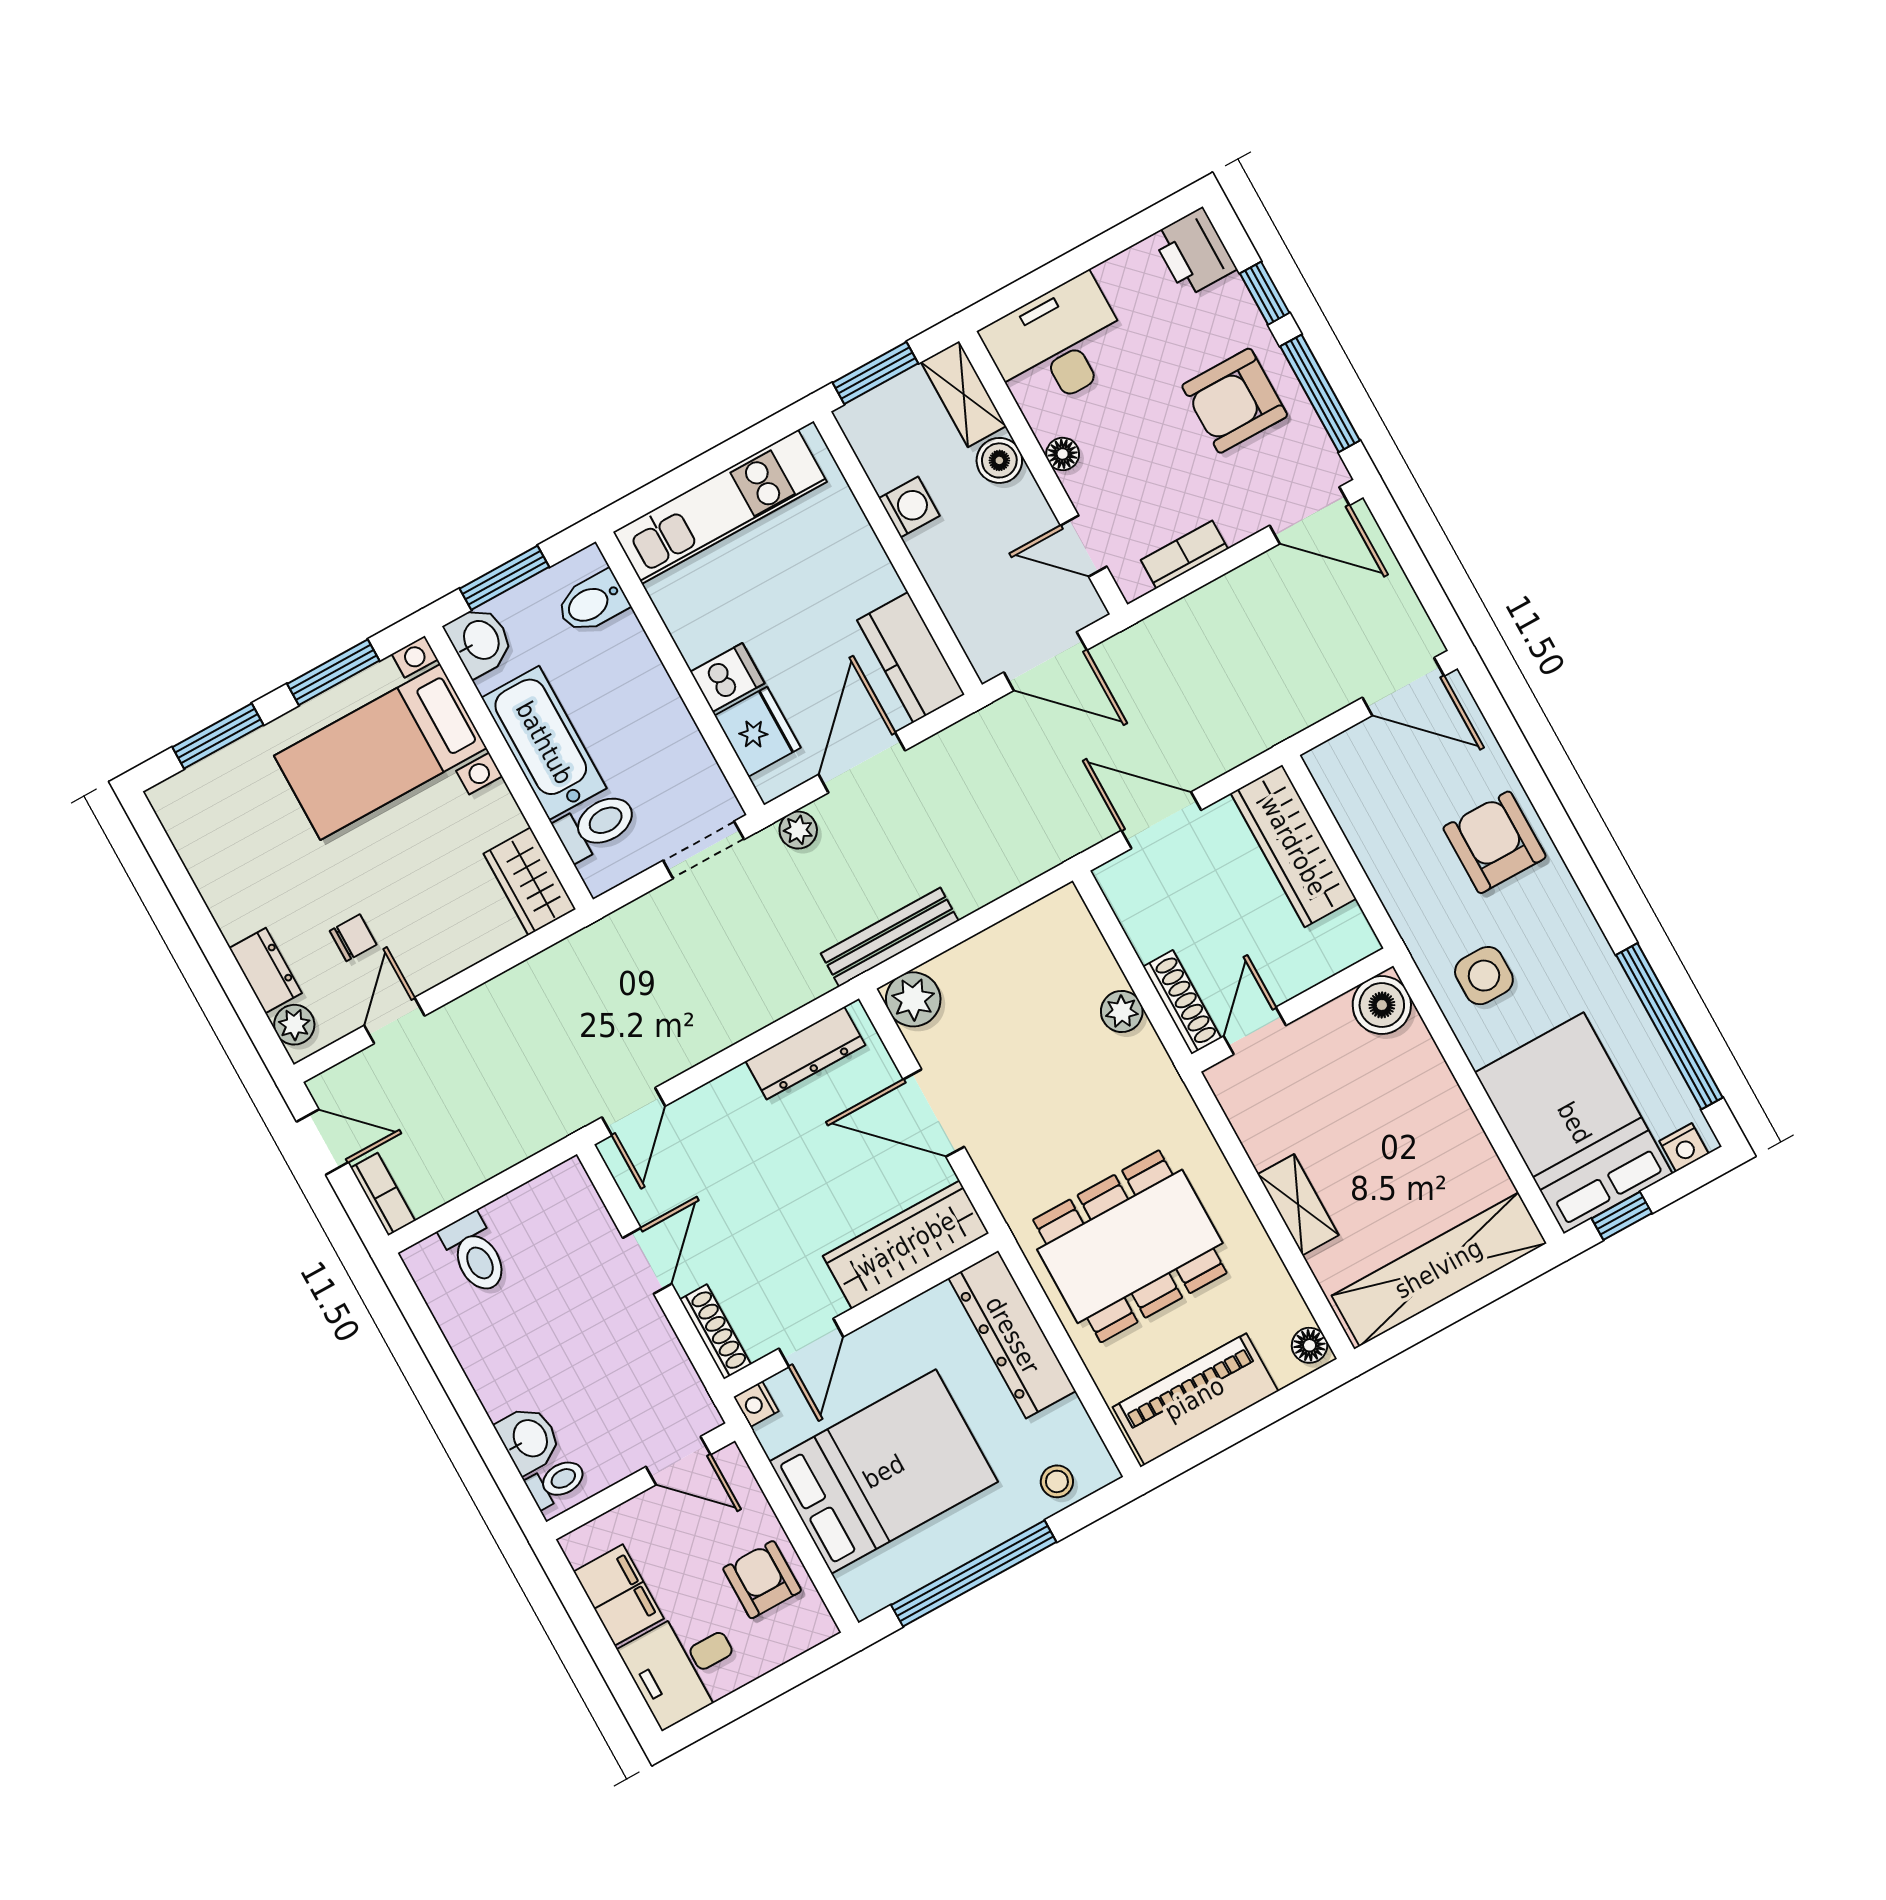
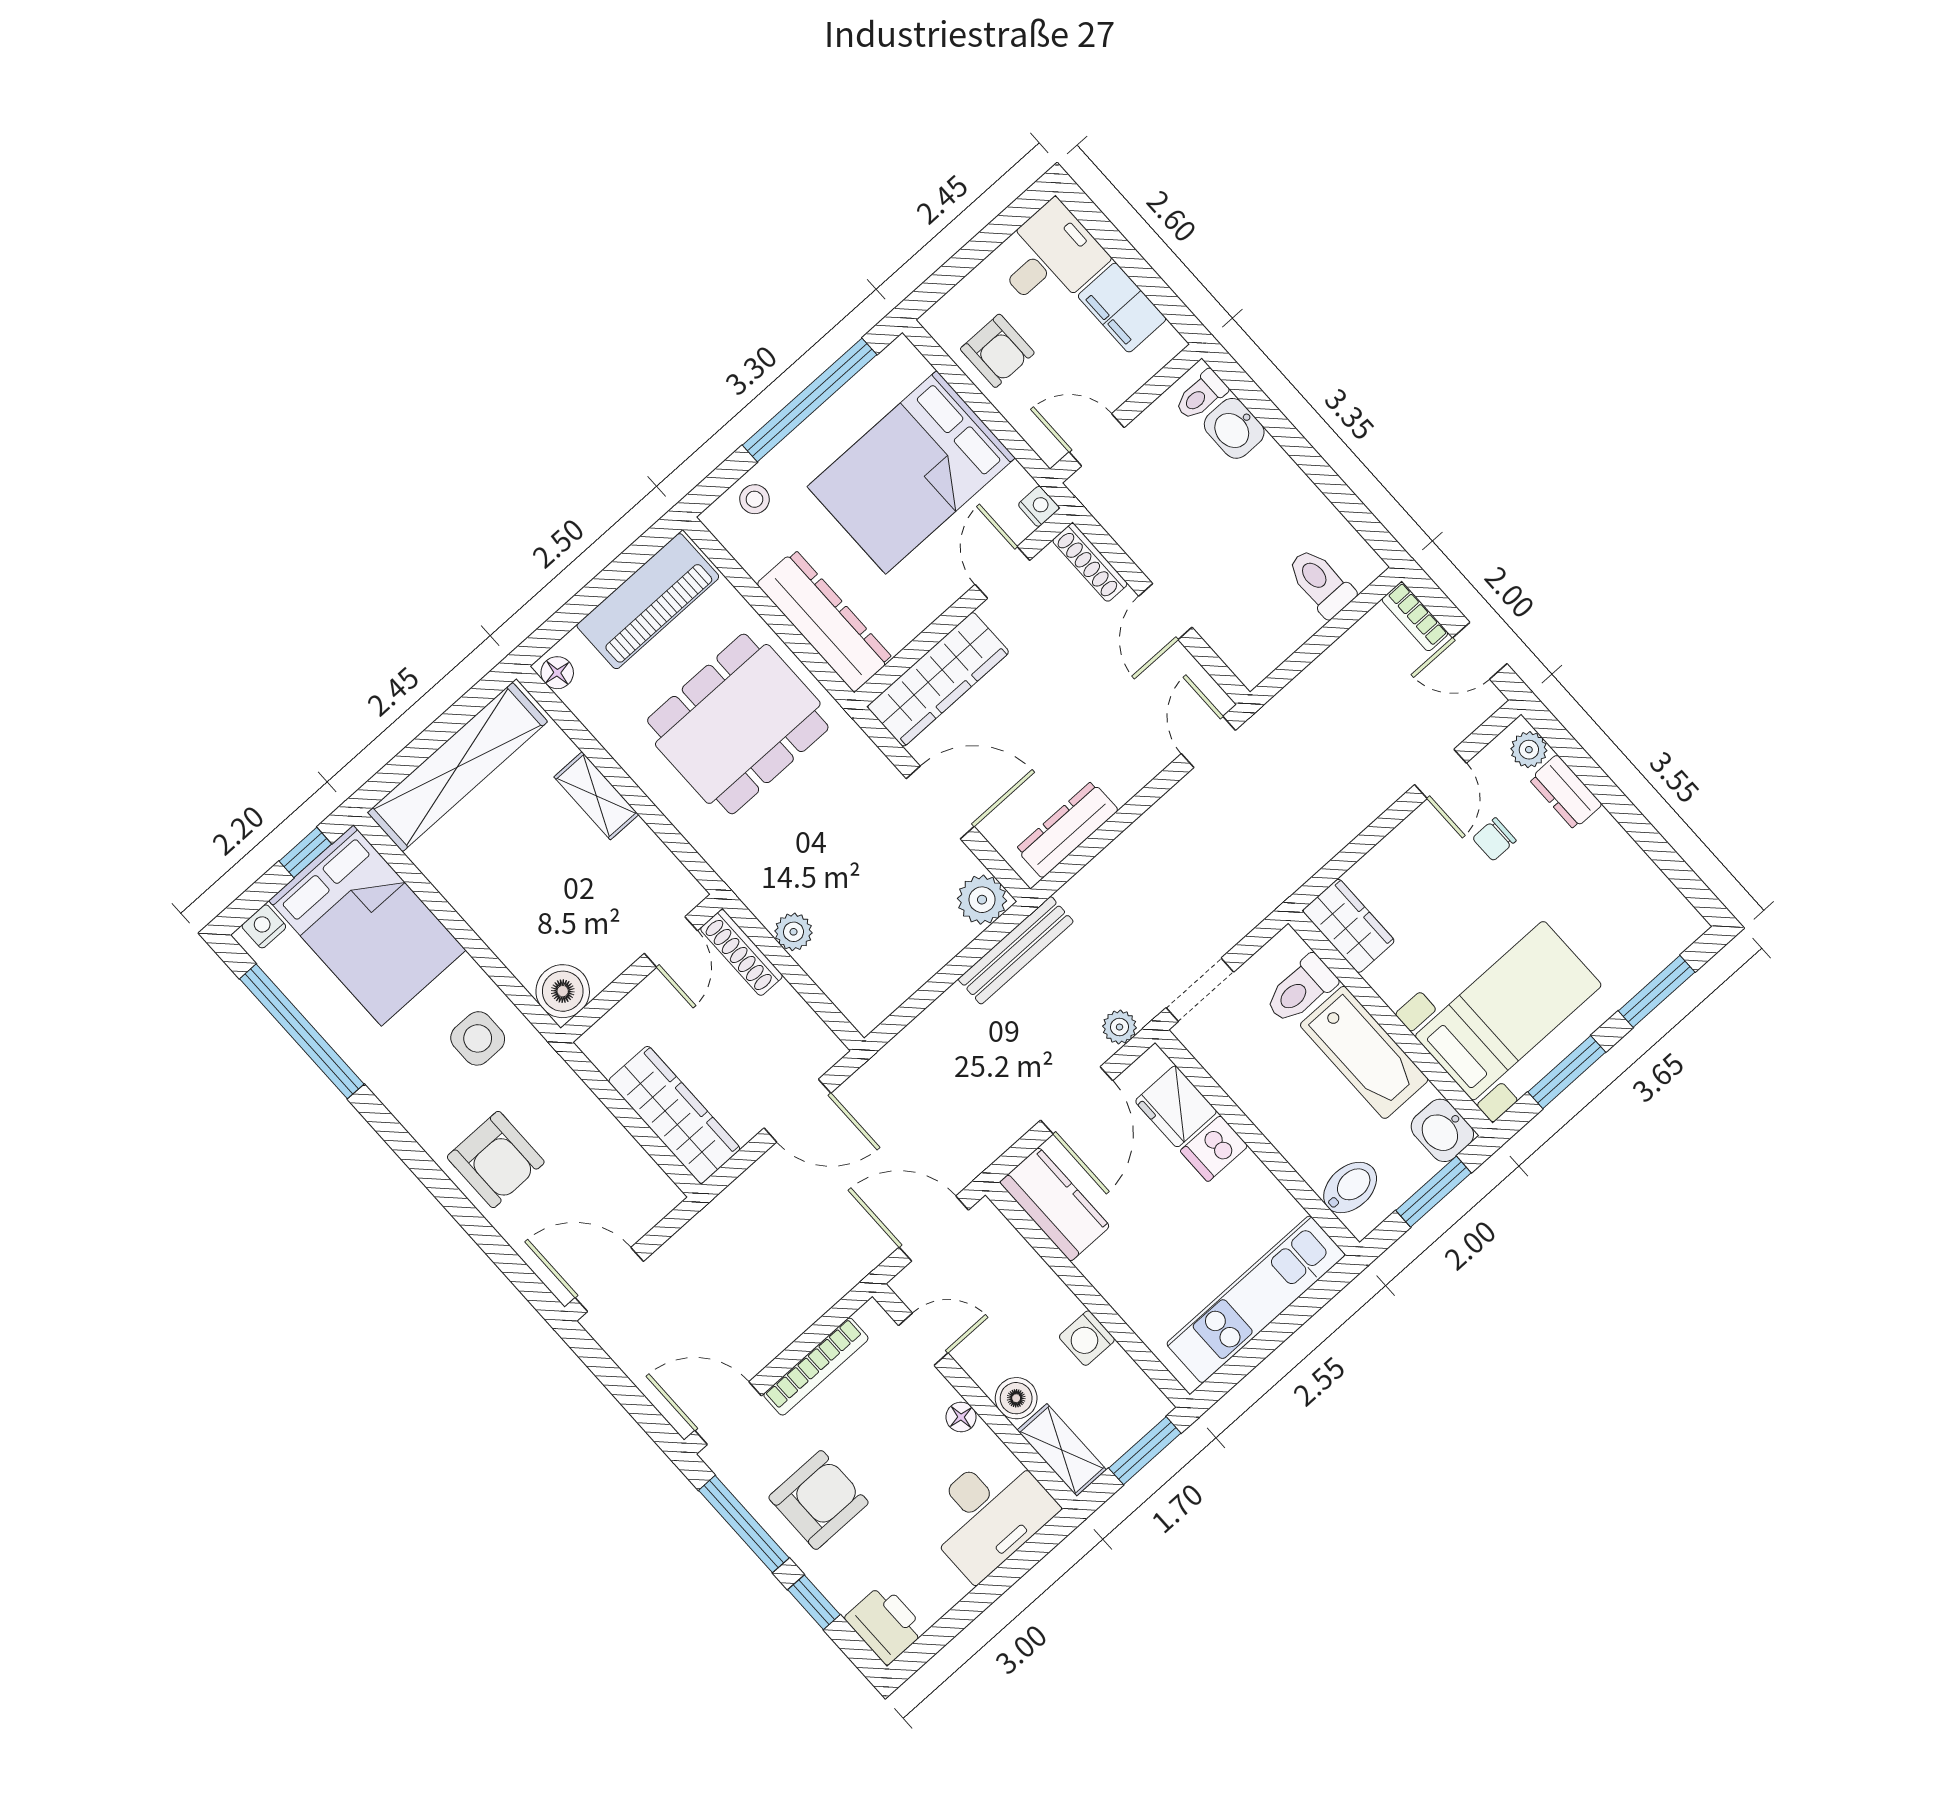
bookcase: (1184, 554) -> (816, 1367), width x1.56

